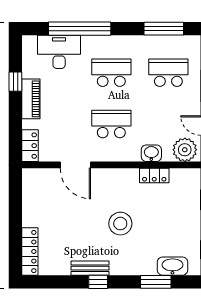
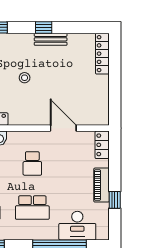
school desk: (111, 124) -> (32, 163), width x0.54
stool: (120, 224) -> (25, 78), width x0.53, depth x0.53

